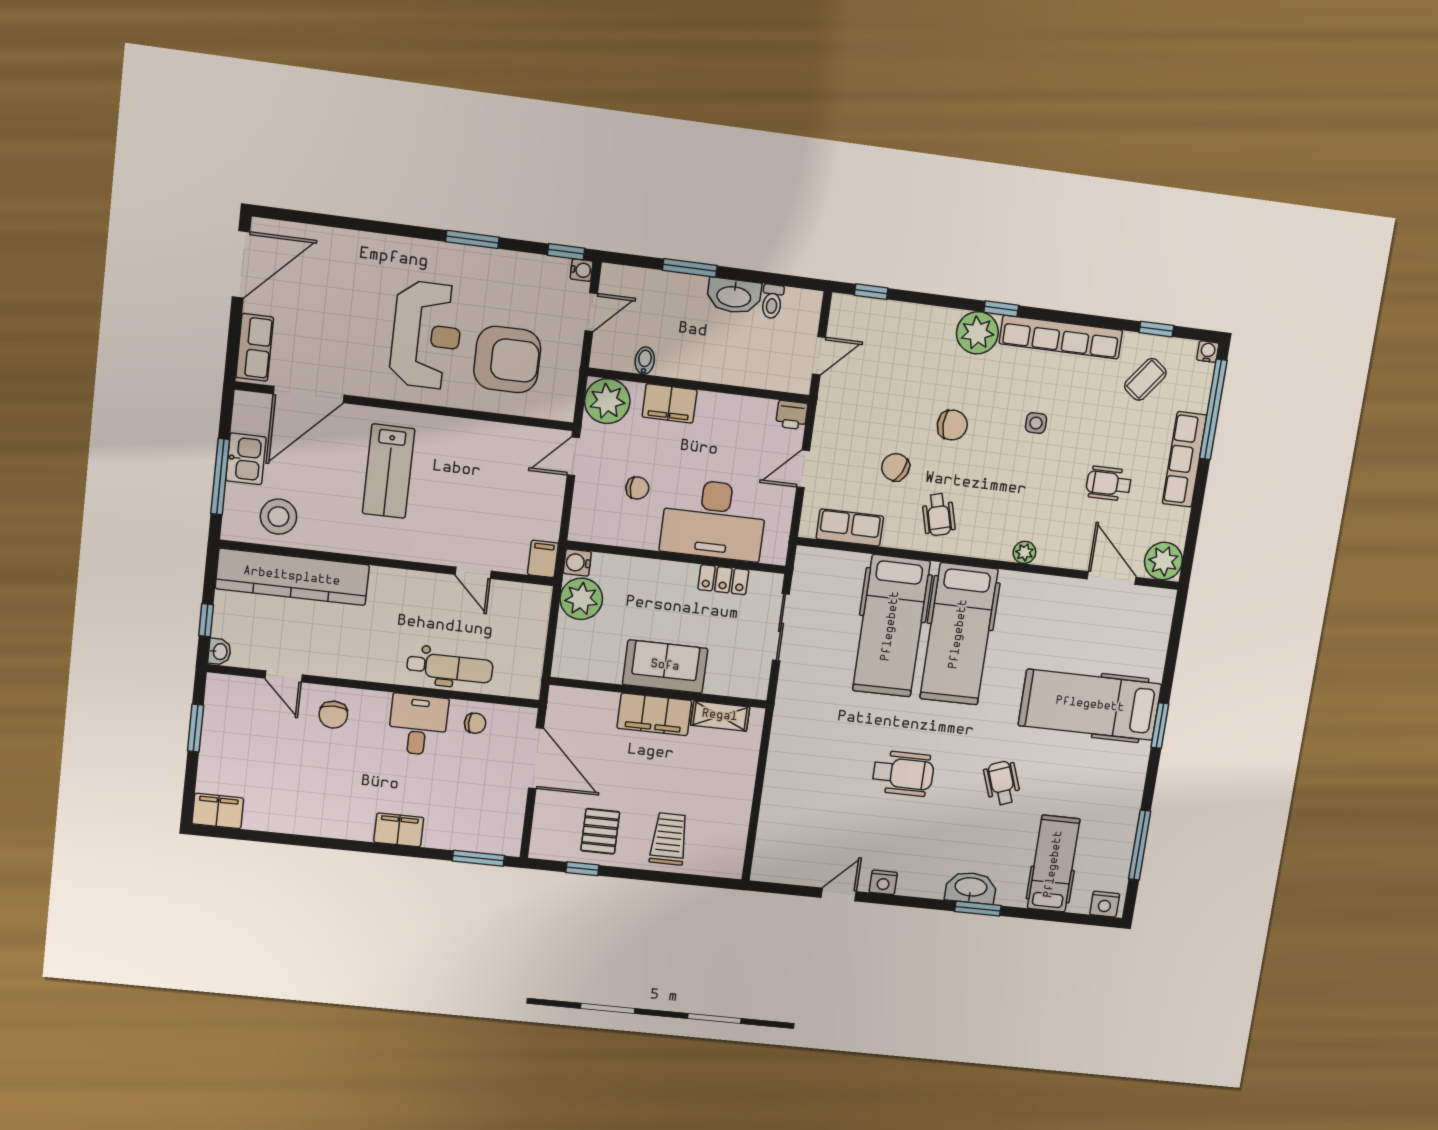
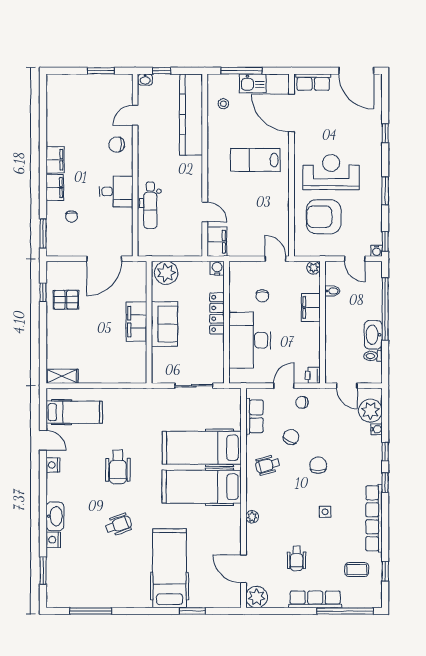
window: (365, 225) -> (385, 133), added
window: (690, 268) -> (385, 309), width x2.11
window: (871, 292) -> (385, 452), moved
plant: (977, 333) -> (370, 411), moved
reception desk: (426, 335) -> (331, 172), turned 180
water cooler: (1208, 352) -> (377, 429), moved
armchair: (507, 359) -> (324, 217), turned 90
coffee table: (1145, 379) -> (357, 570), turned -37
plant: (607, 401) -> (314, 268), width x0.53, depth x0.53
chair: (952, 425) -> (318, 465), turned 180
chair: (837, 440) -> (302, 402), added
door: (803, 469) -> (284, 386), hinge flipped
wheelchair: (1109, 484) -> (296, 558), turned 180
stool: (278, 517) -> (223, 104), width x0.53, depth x0.53
filing cabinet: (543, 559) -> (217, 242), width x2.00
door: (473, 573) -> (205, 212), swing flipped
door: (1112, 578) -> (243, 569), swing flipped
locker: (723, 580) -> (217, 313), moved, width x1.53
plant: (581, 599) -> (166, 273), moved
shelving: (720, 716) -> (62, 376), moved, turned 90
chair: (475, 723) -> (72, 216), moved
window: (1160, 726) -> (192, 611), moved
filing cabinet: (218, 811) -> (55, 160), moved
trolley: (669, 839) -> (66, 339), removed
hospital bed: (1054, 864) -> (74, 412), moved
nightstand: (1105, 904) -> (53, 540), moved
window: (978, 909) -> (43, 571), moved

